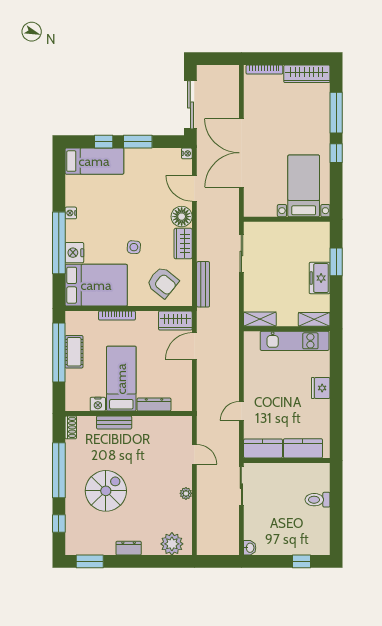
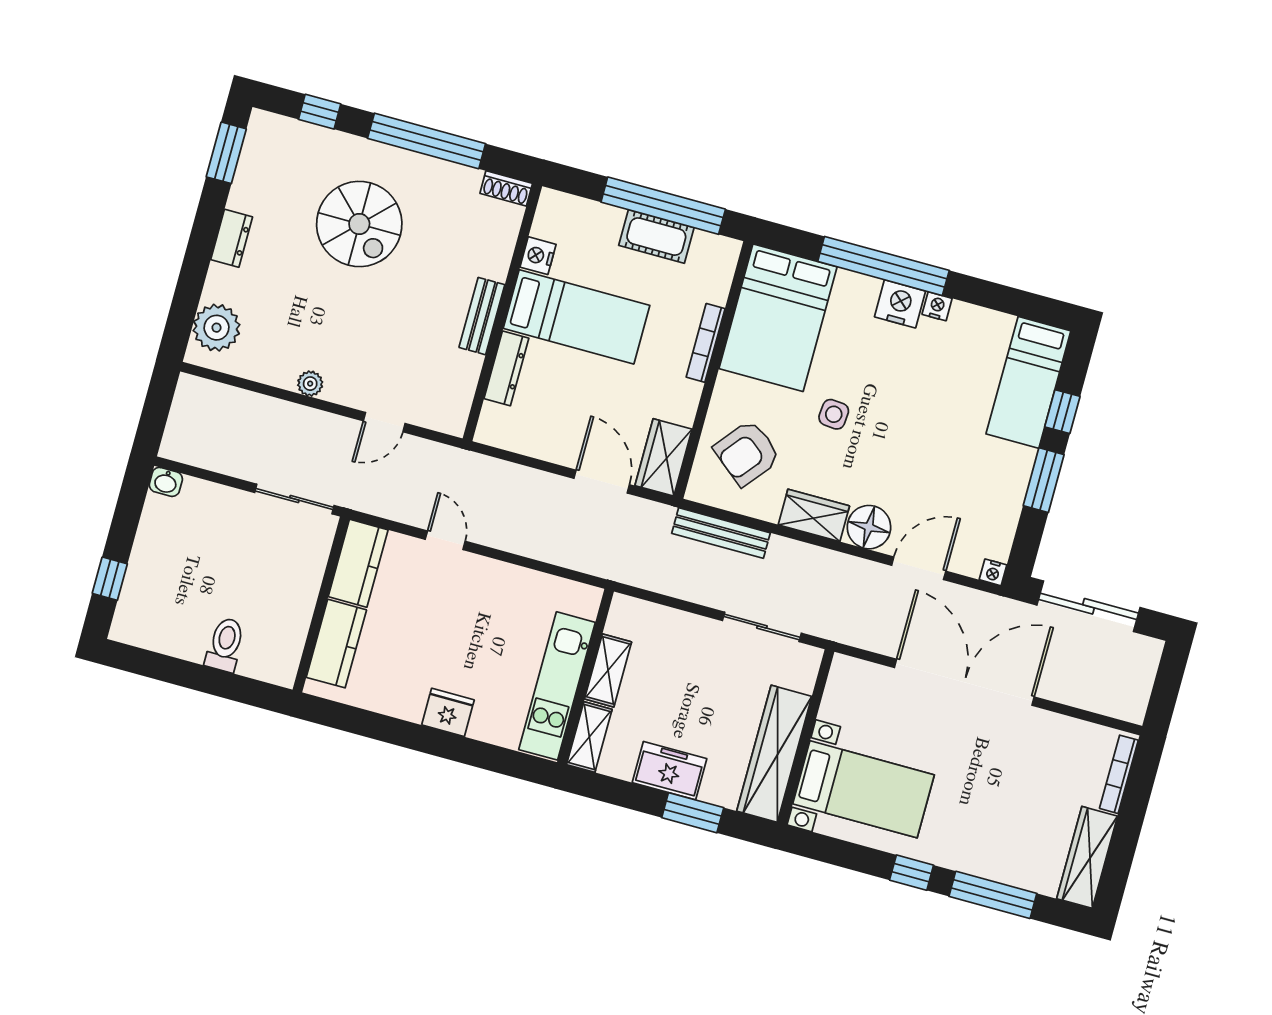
wardrobe: (298, 232) -> (774, 754), added
nightstand: (74, 253) -> (900, 304), moved
shelving: (260, 319) -> (608, 670), moved
bench: (114, 422) -> (482, 316), moved

